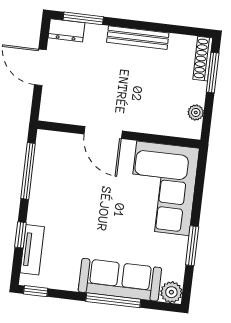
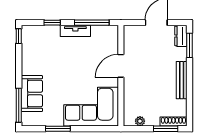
tv unit: (32, 250) -> (75, 31), moved
sofa: (120, 280) -> (32, 94), width x0.73
plant: (171, 292) -> (28, 119), removed
window: (113, 300) -> (19, 105), moved

